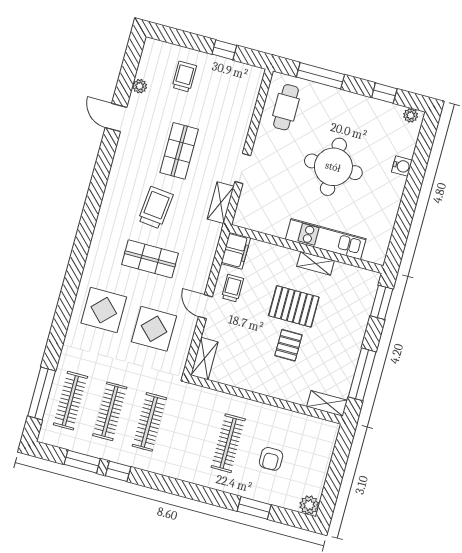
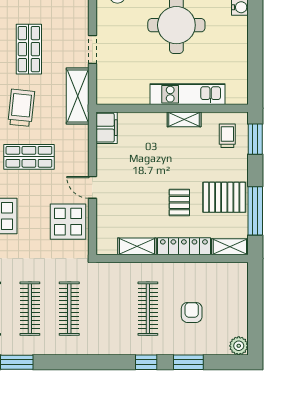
shelving: (221, 203) -> (78, 96), width x1.50, depth x1.33
trolley: (232, 288) -> (227, 136), moved
pallet: (294, 306) -> (224, 197), moved
display table: (154, 329) -> (68, 222), moved
shelving: (204, 359) -> (137, 246), moved, turned 90
locker: (281, 390) -> (184, 246), added
armchair: (271, 459) -> (192, 312), turned 180
window: (118, 471) -> (146, 362), moved

